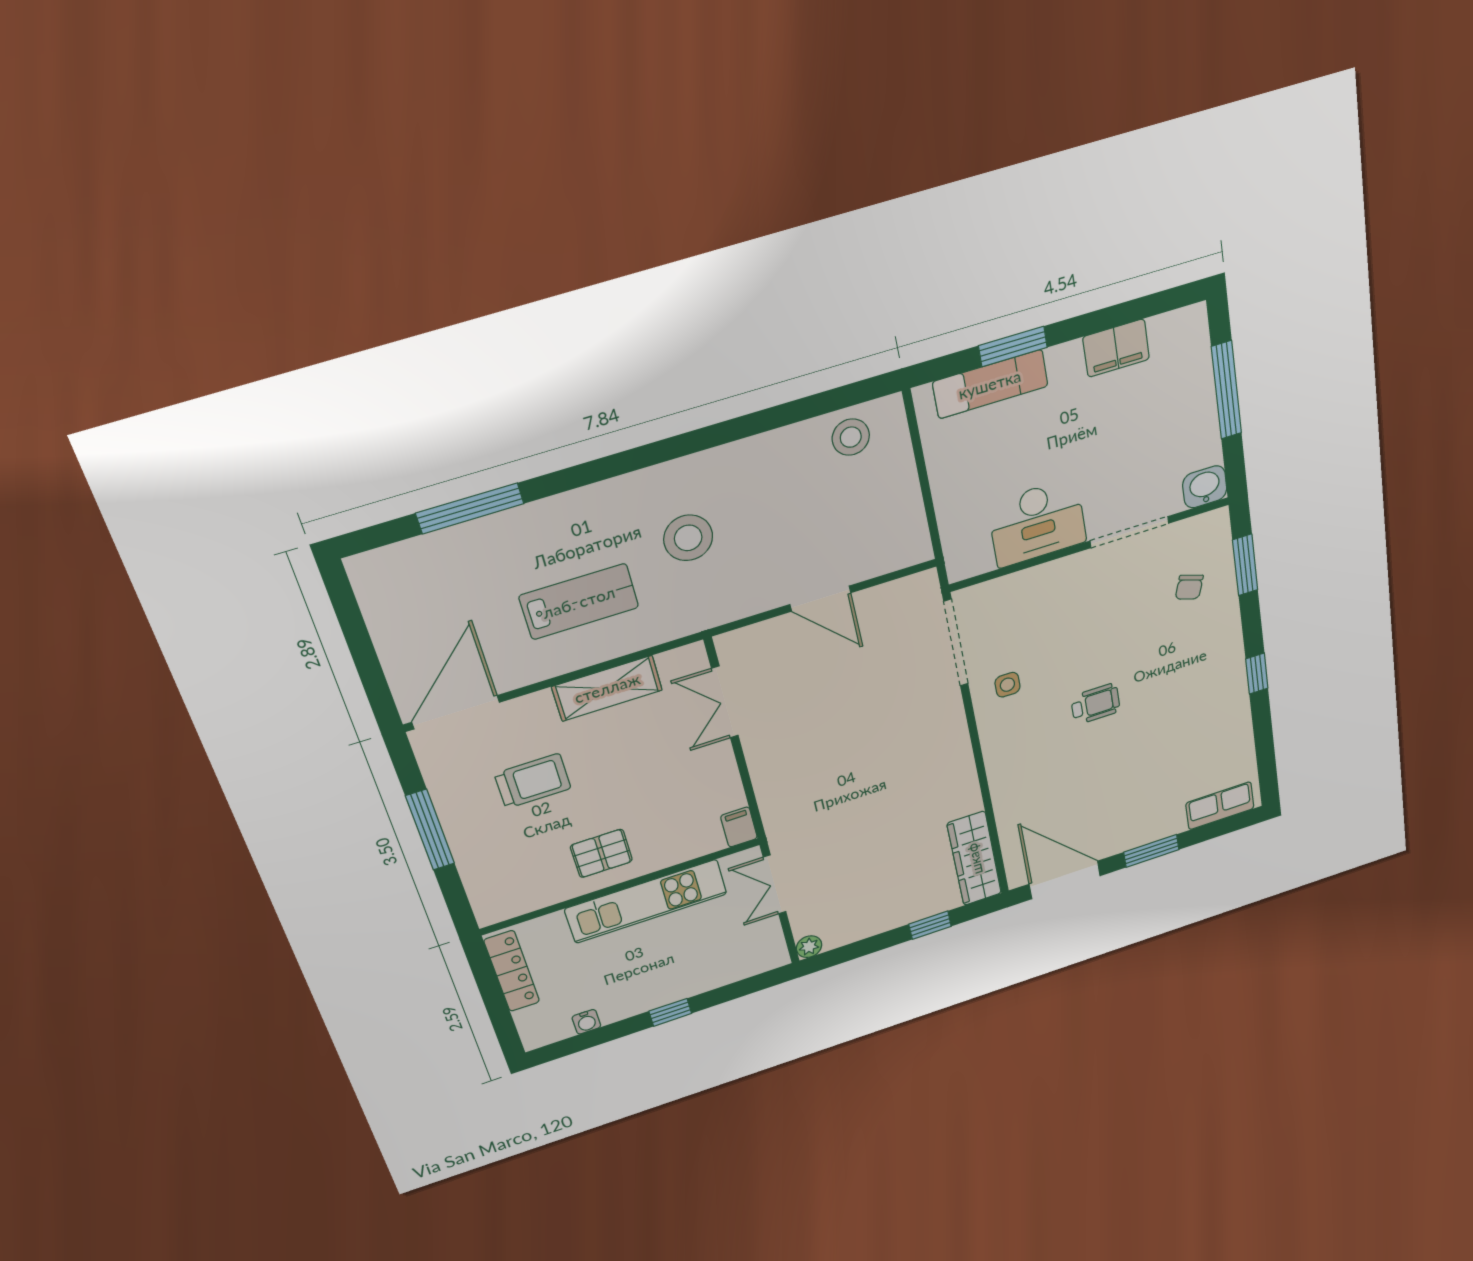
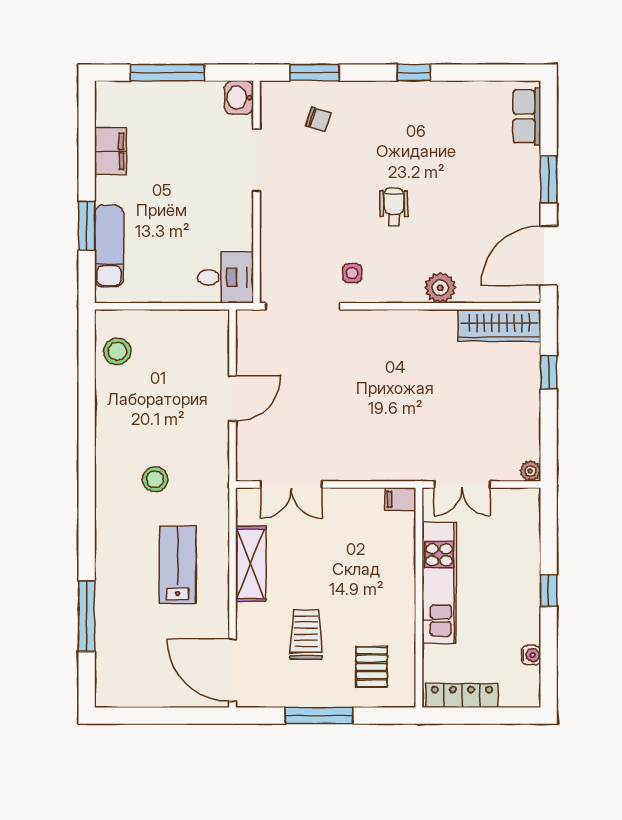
desk: (1037, 523) -> (226, 277), moved, width x0.73
stool: (688, 538) -> (155, 479), width x0.73, depth x0.73
plant: (1007, 784) -> (440, 288), added
pallet: (601, 853) -> (372, 667), moved

